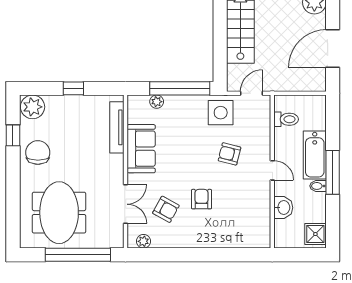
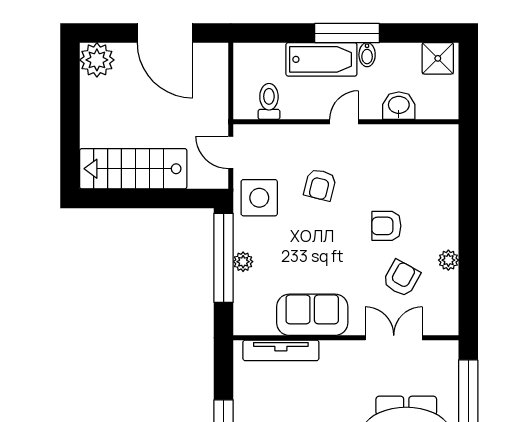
plant: (157, 102) -> (243, 262), moved
plant: (143, 241) -> (448, 260), moved

